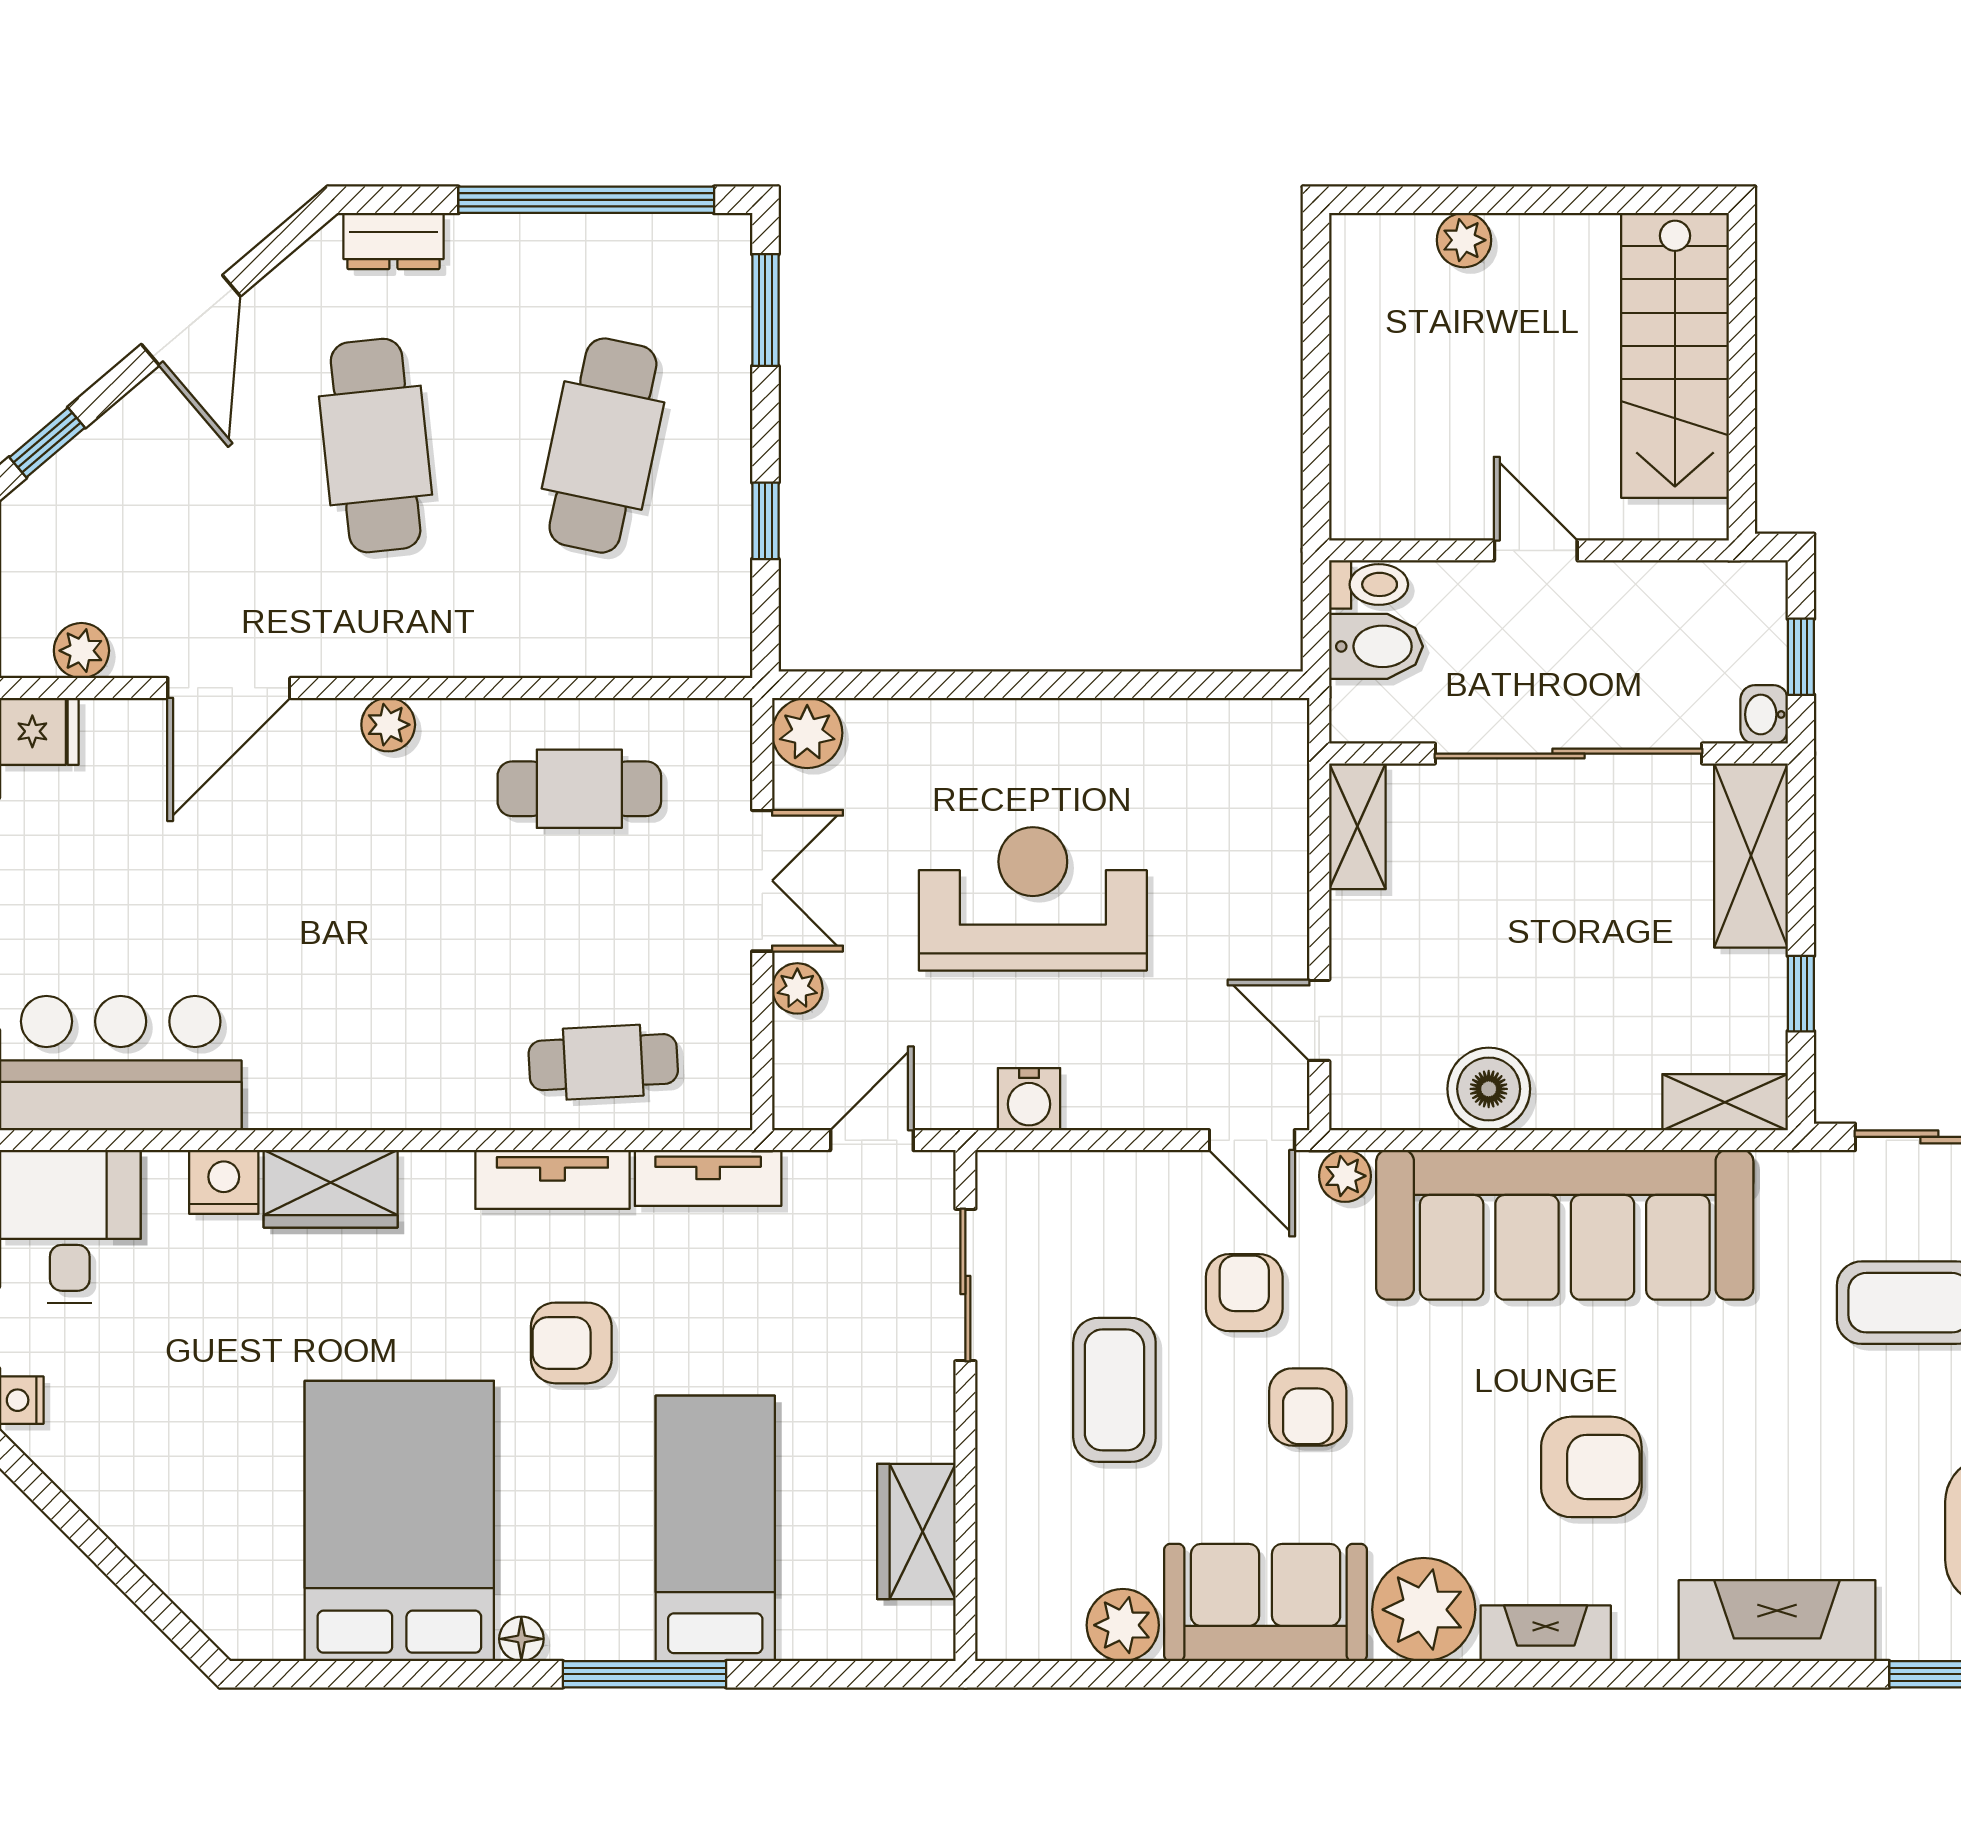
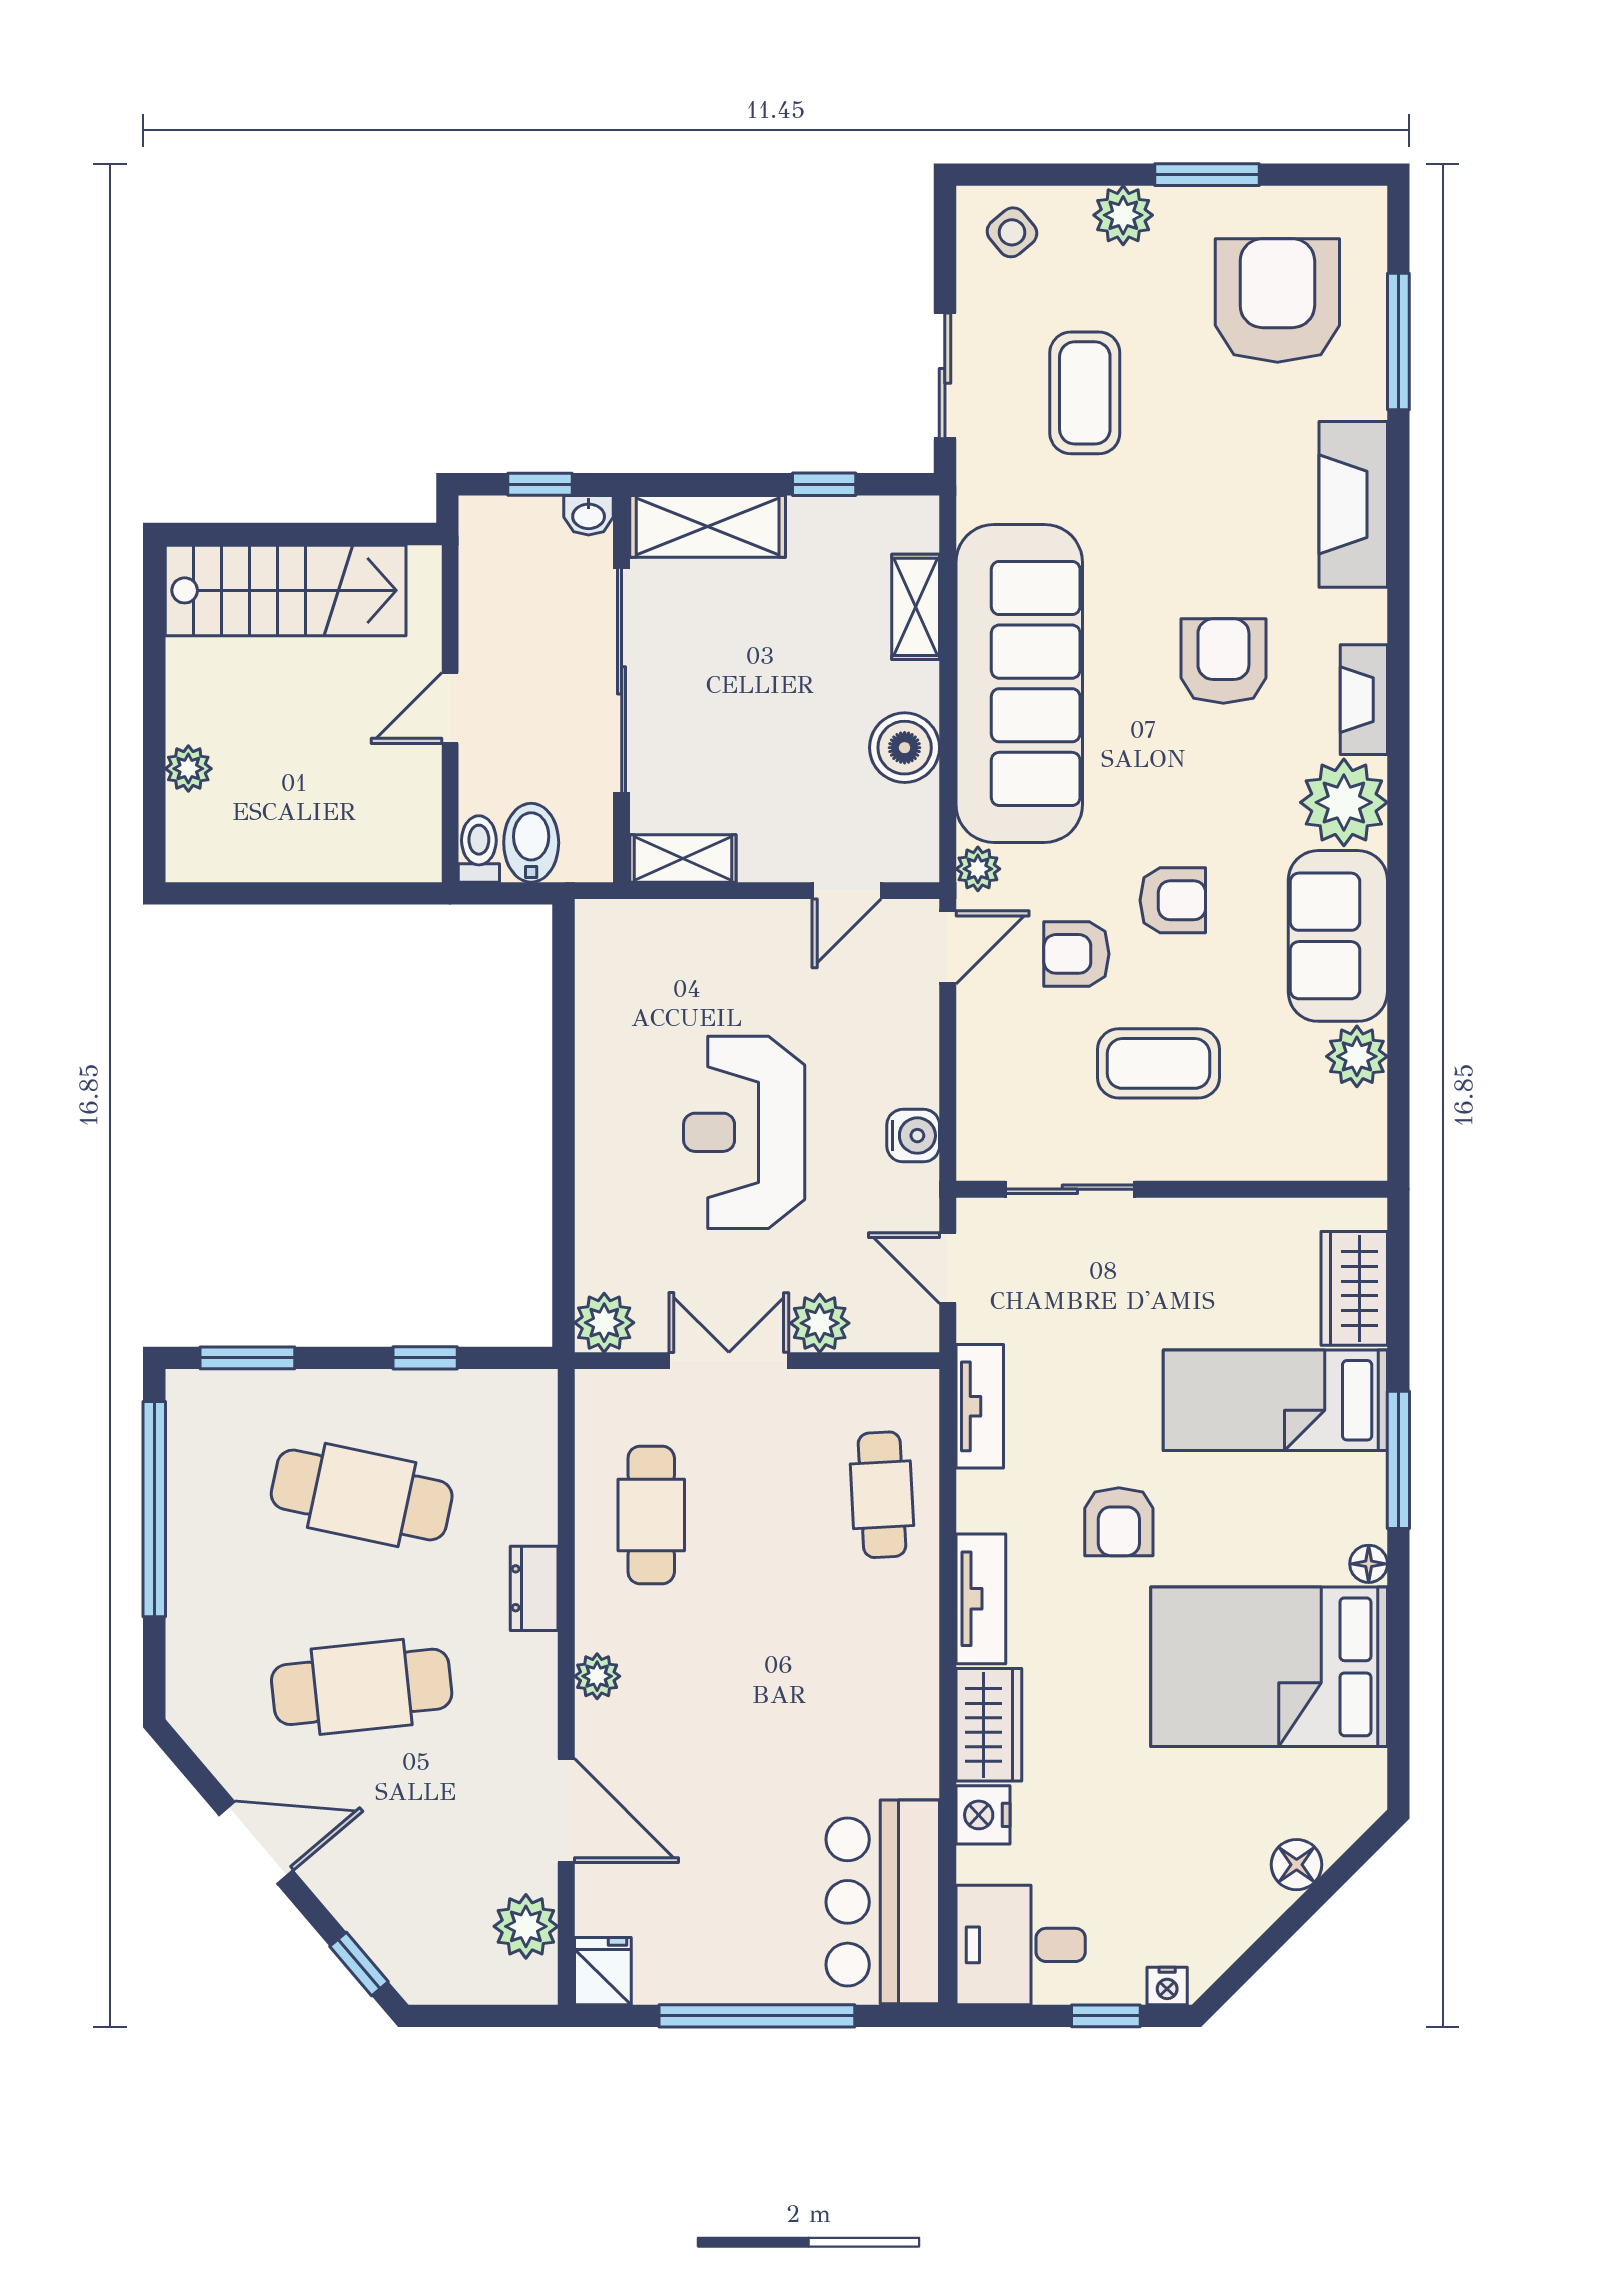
dresser: (393, 241) -> (534, 1588), moved, turned 180
plant: (81, 651) -> (526, 1926), width x1.38, depth x1.38
plant: (797, 988) -> (820, 1323), width x1.38, depth x1.38
shelving: (1725, 1102) -> (916, 607), moved
tv unit: (552, 1179) -> (981, 1599), moved
wardrobe: (916, 1531) -> (1354, 1288), moved, turned 90
floor lamp: (165, 1554) -> (1297, 1865), added

